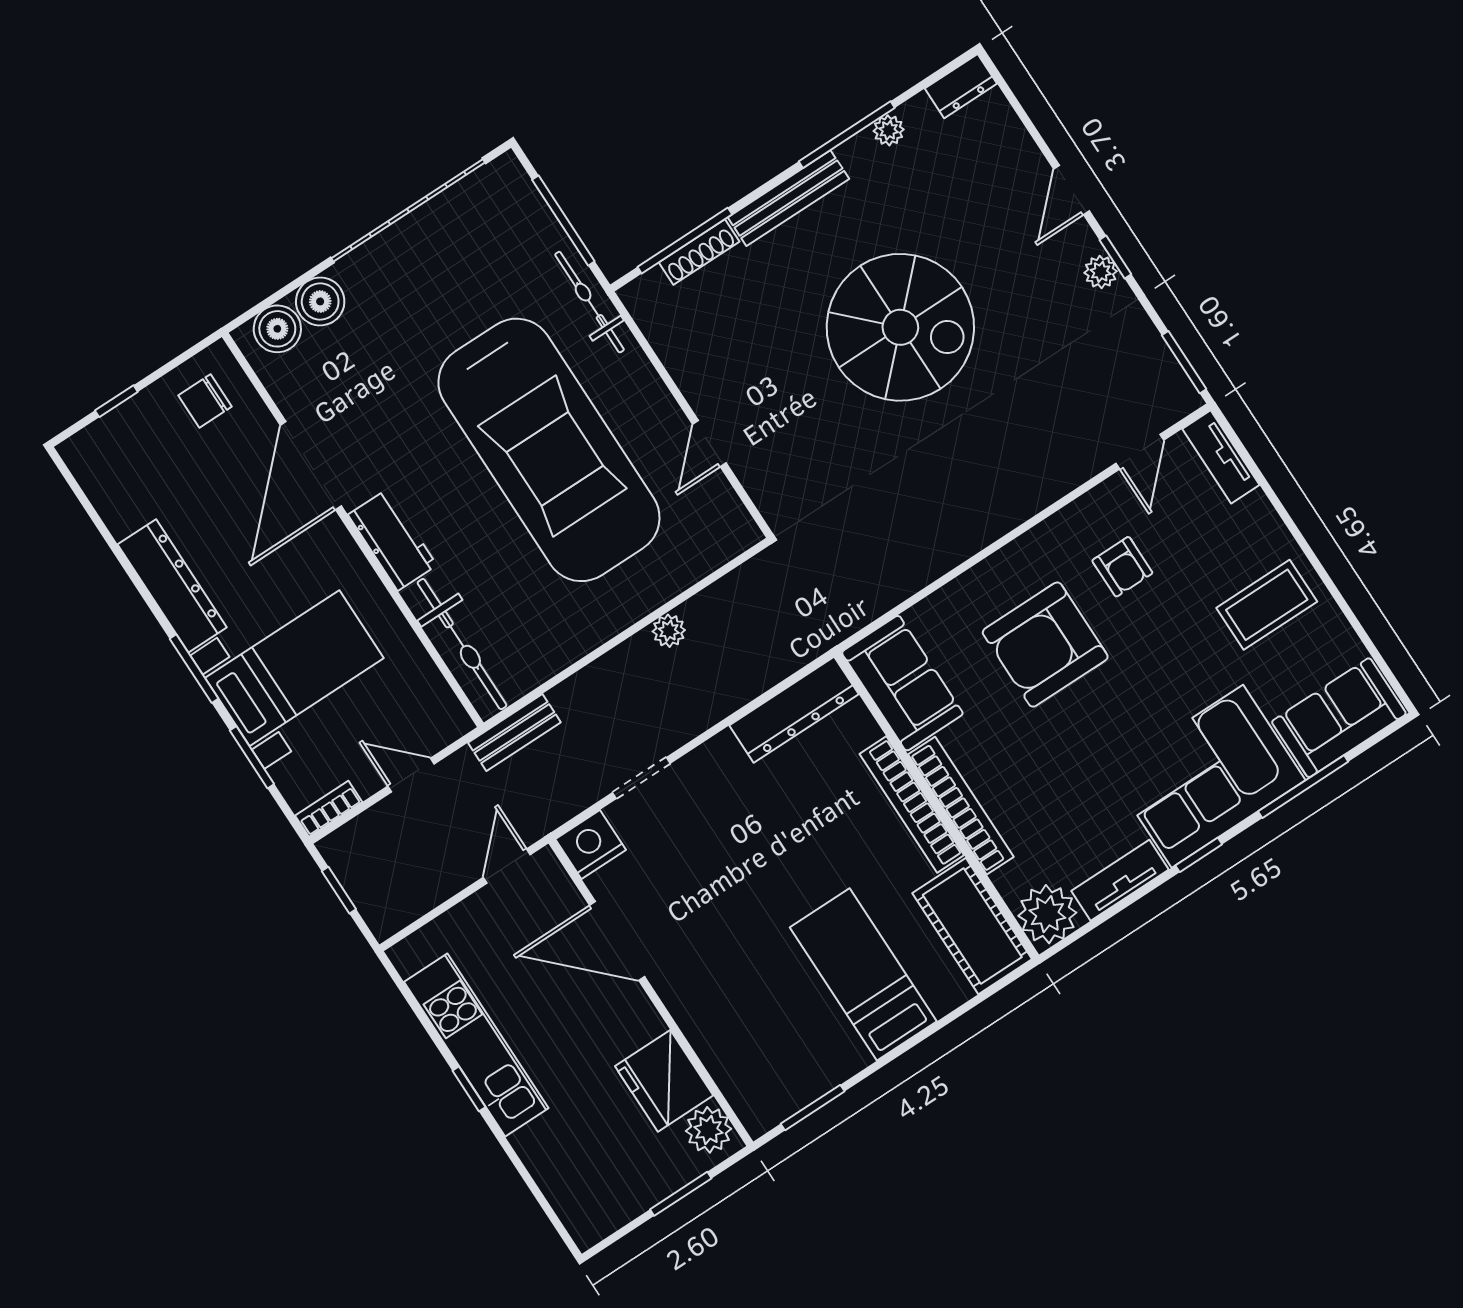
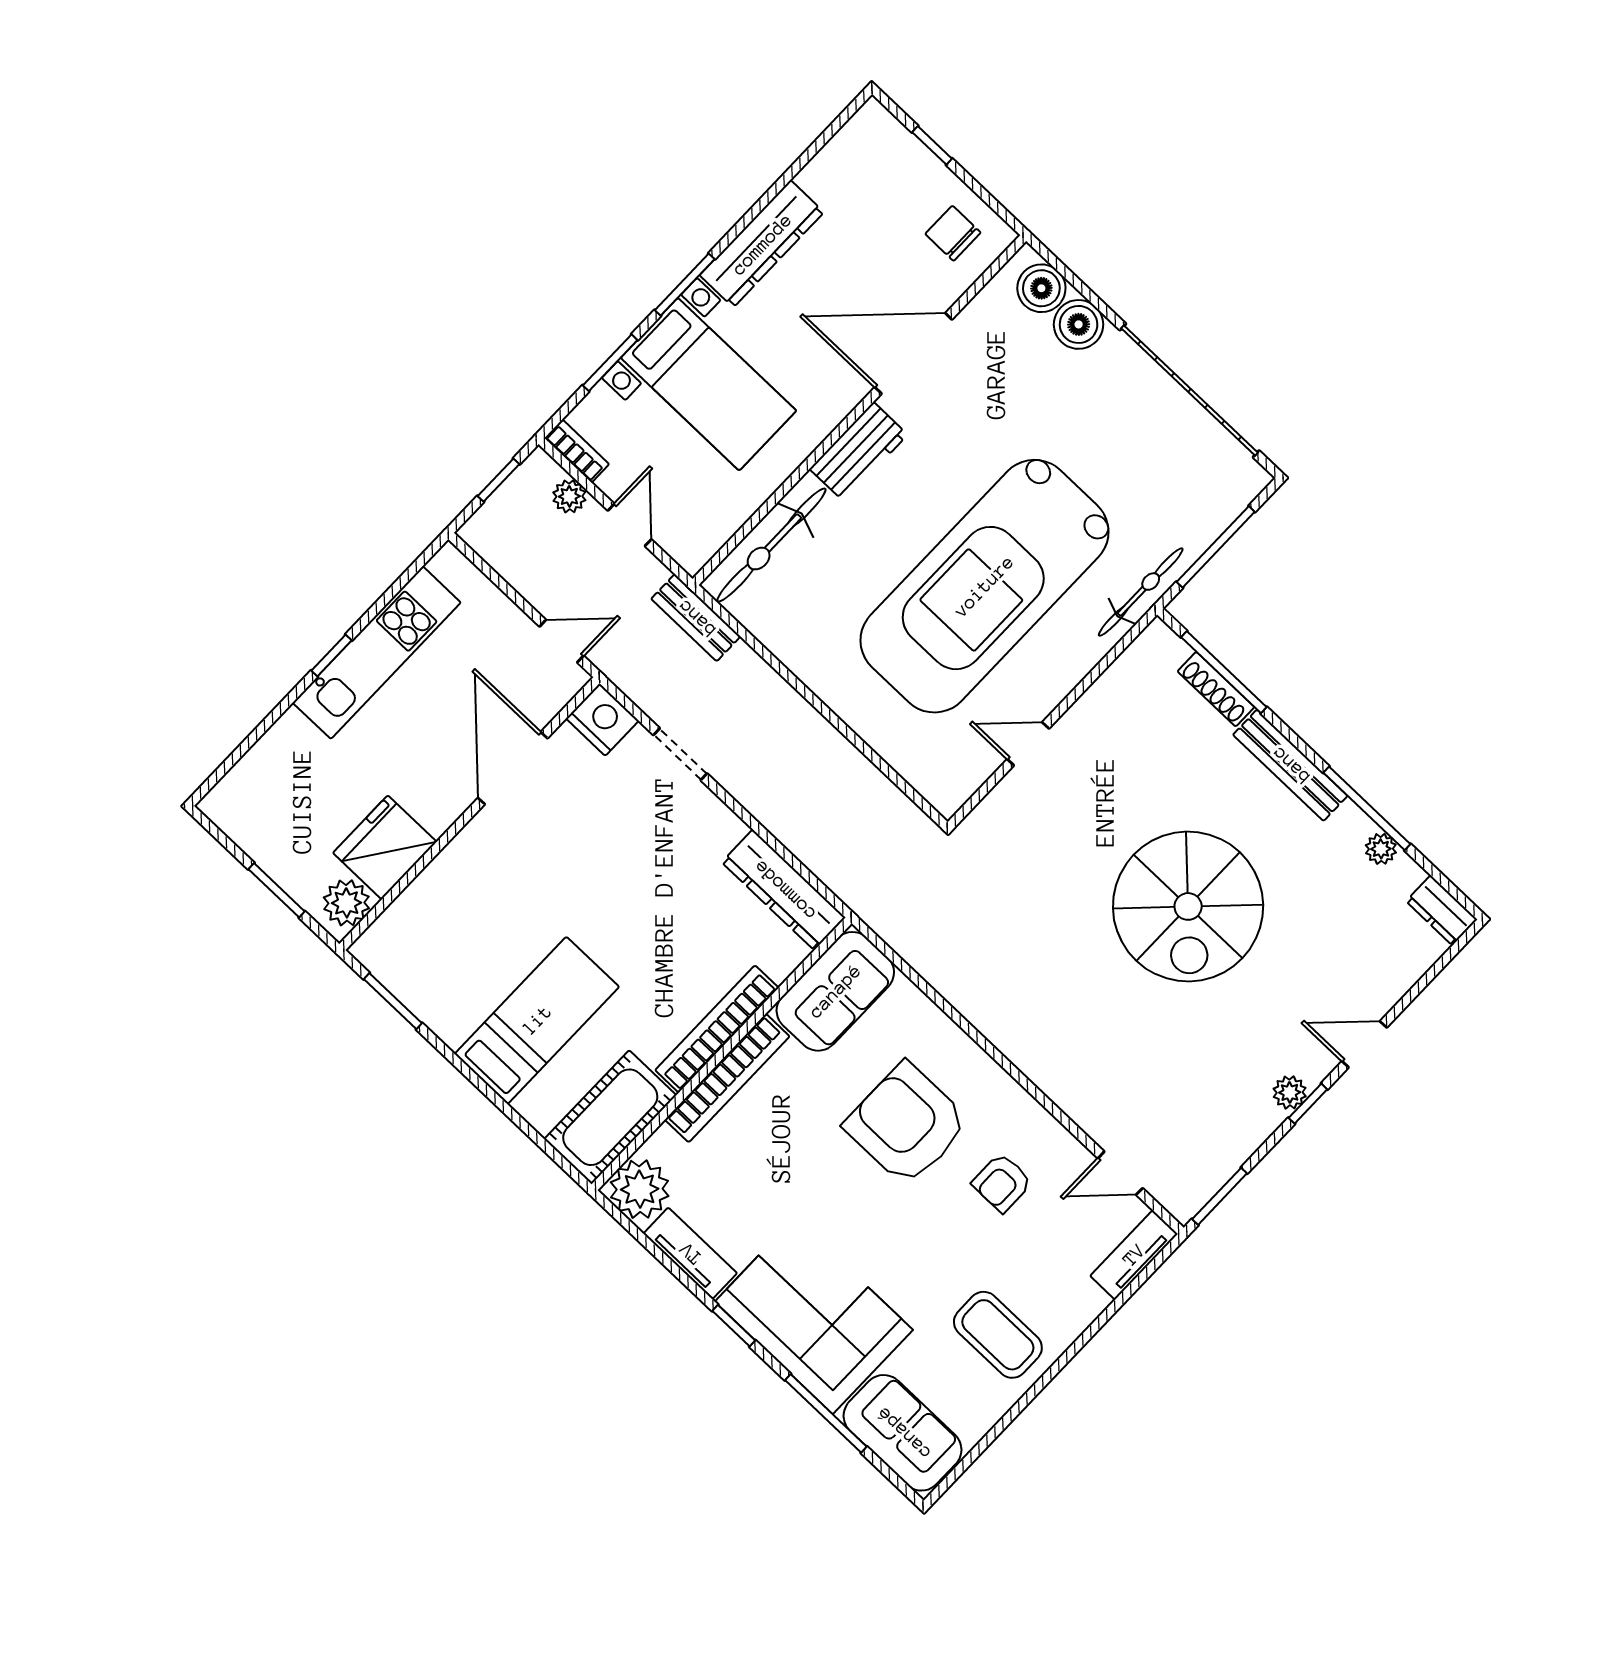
plant: (669, 631) -> (569, 496), moved

